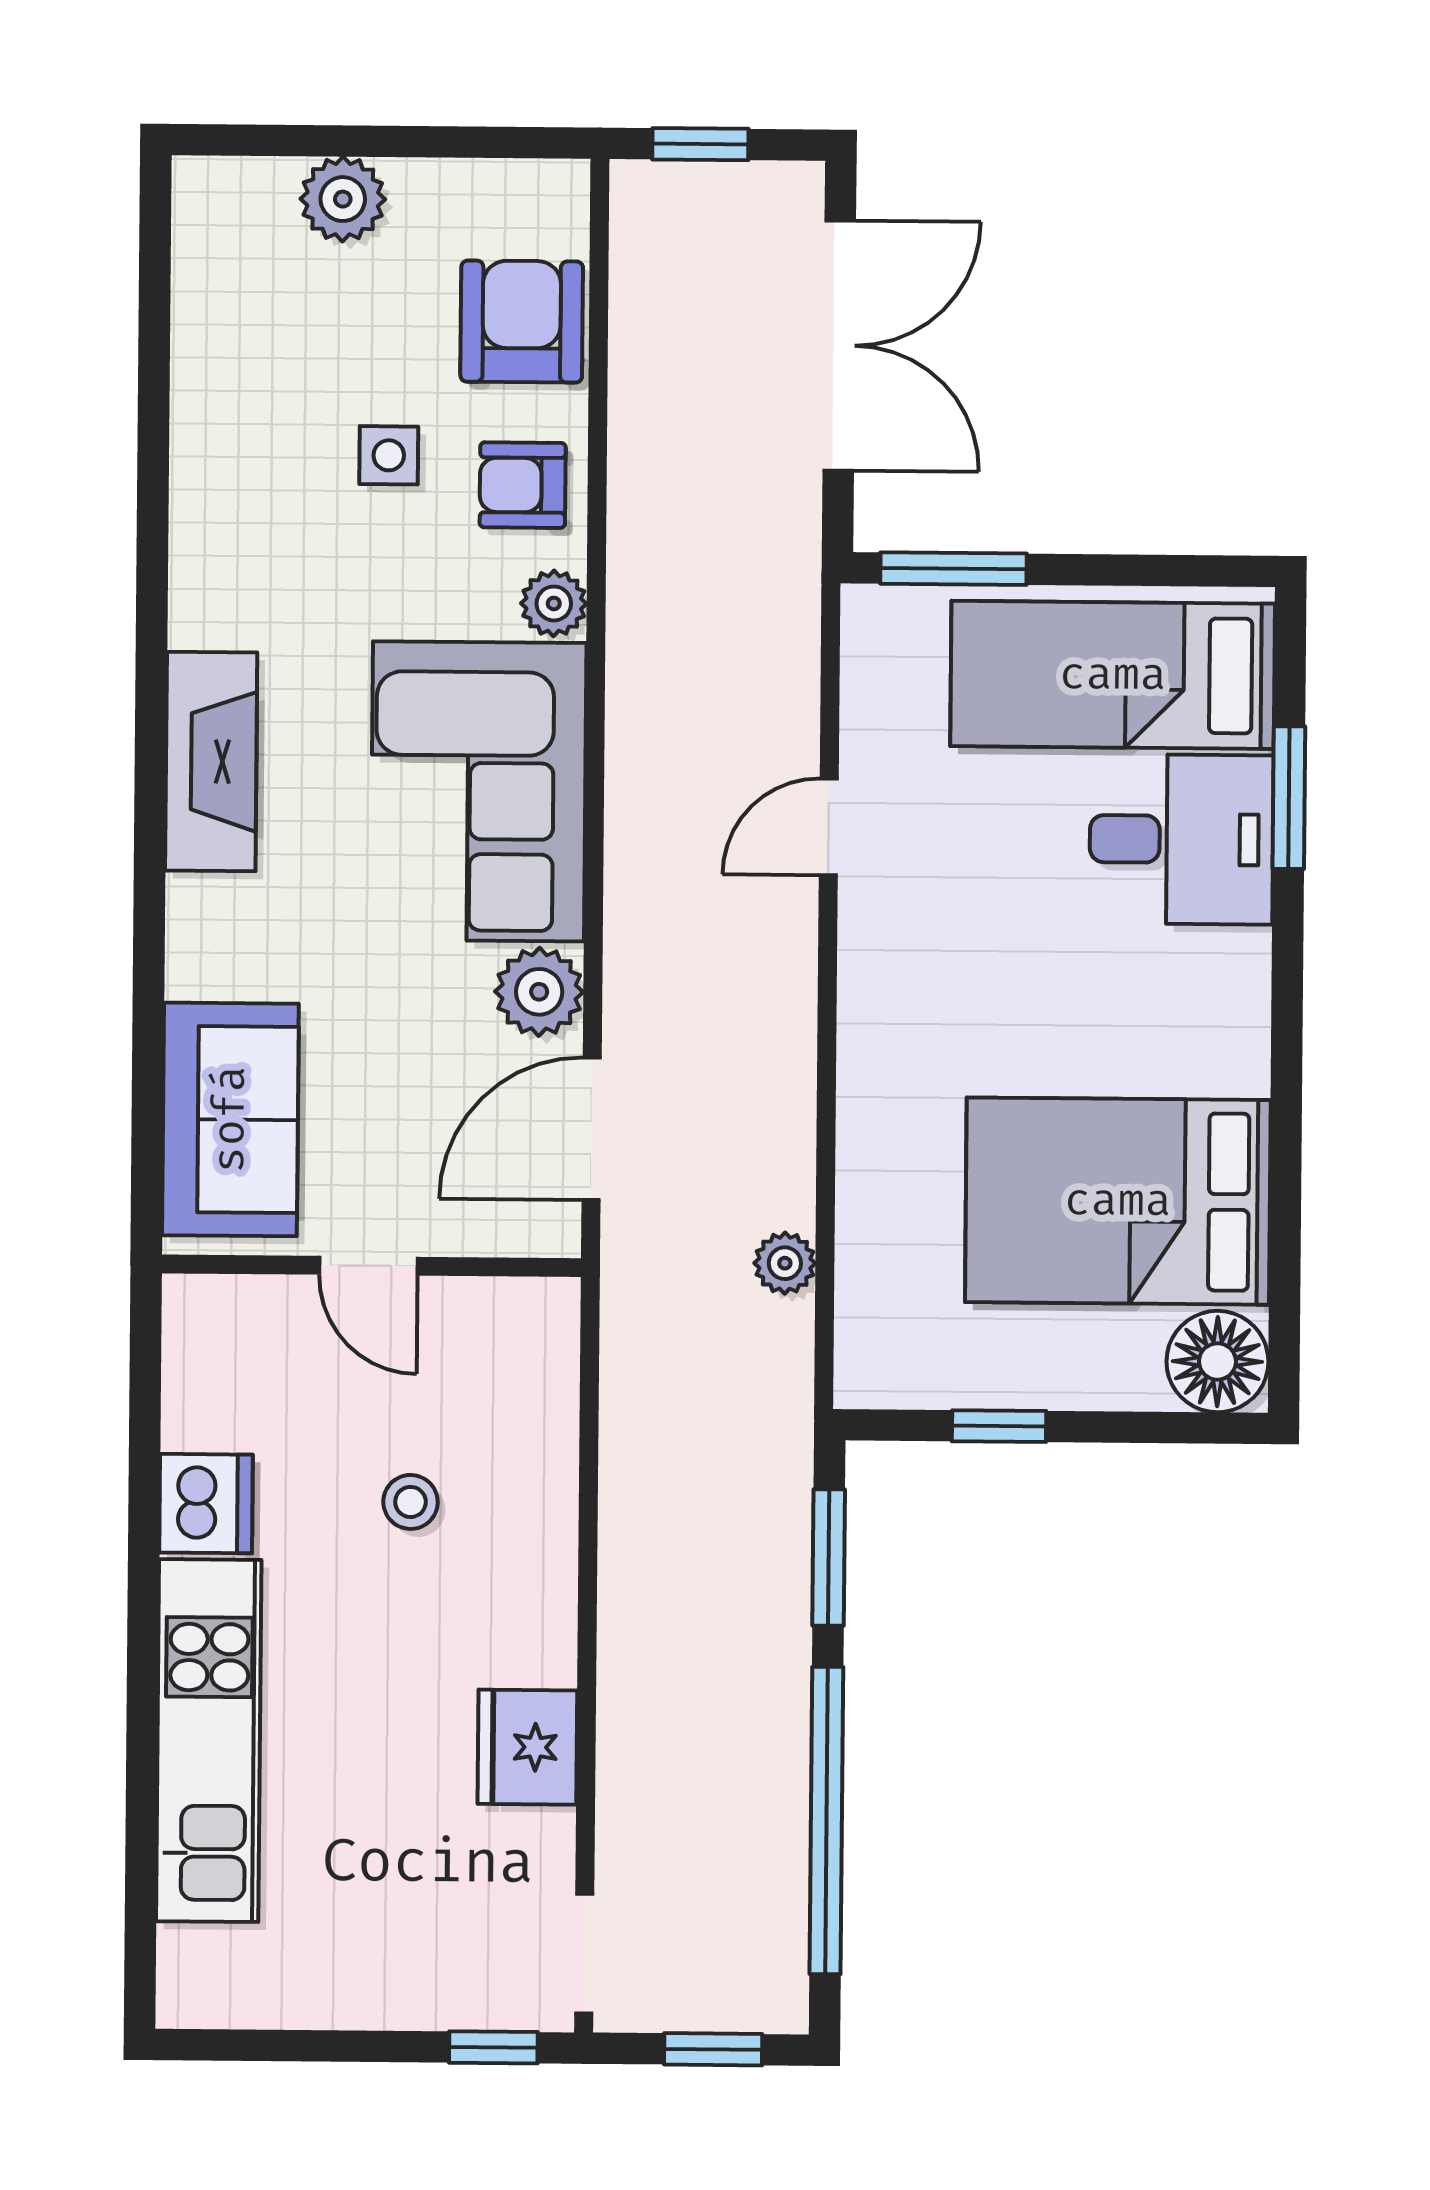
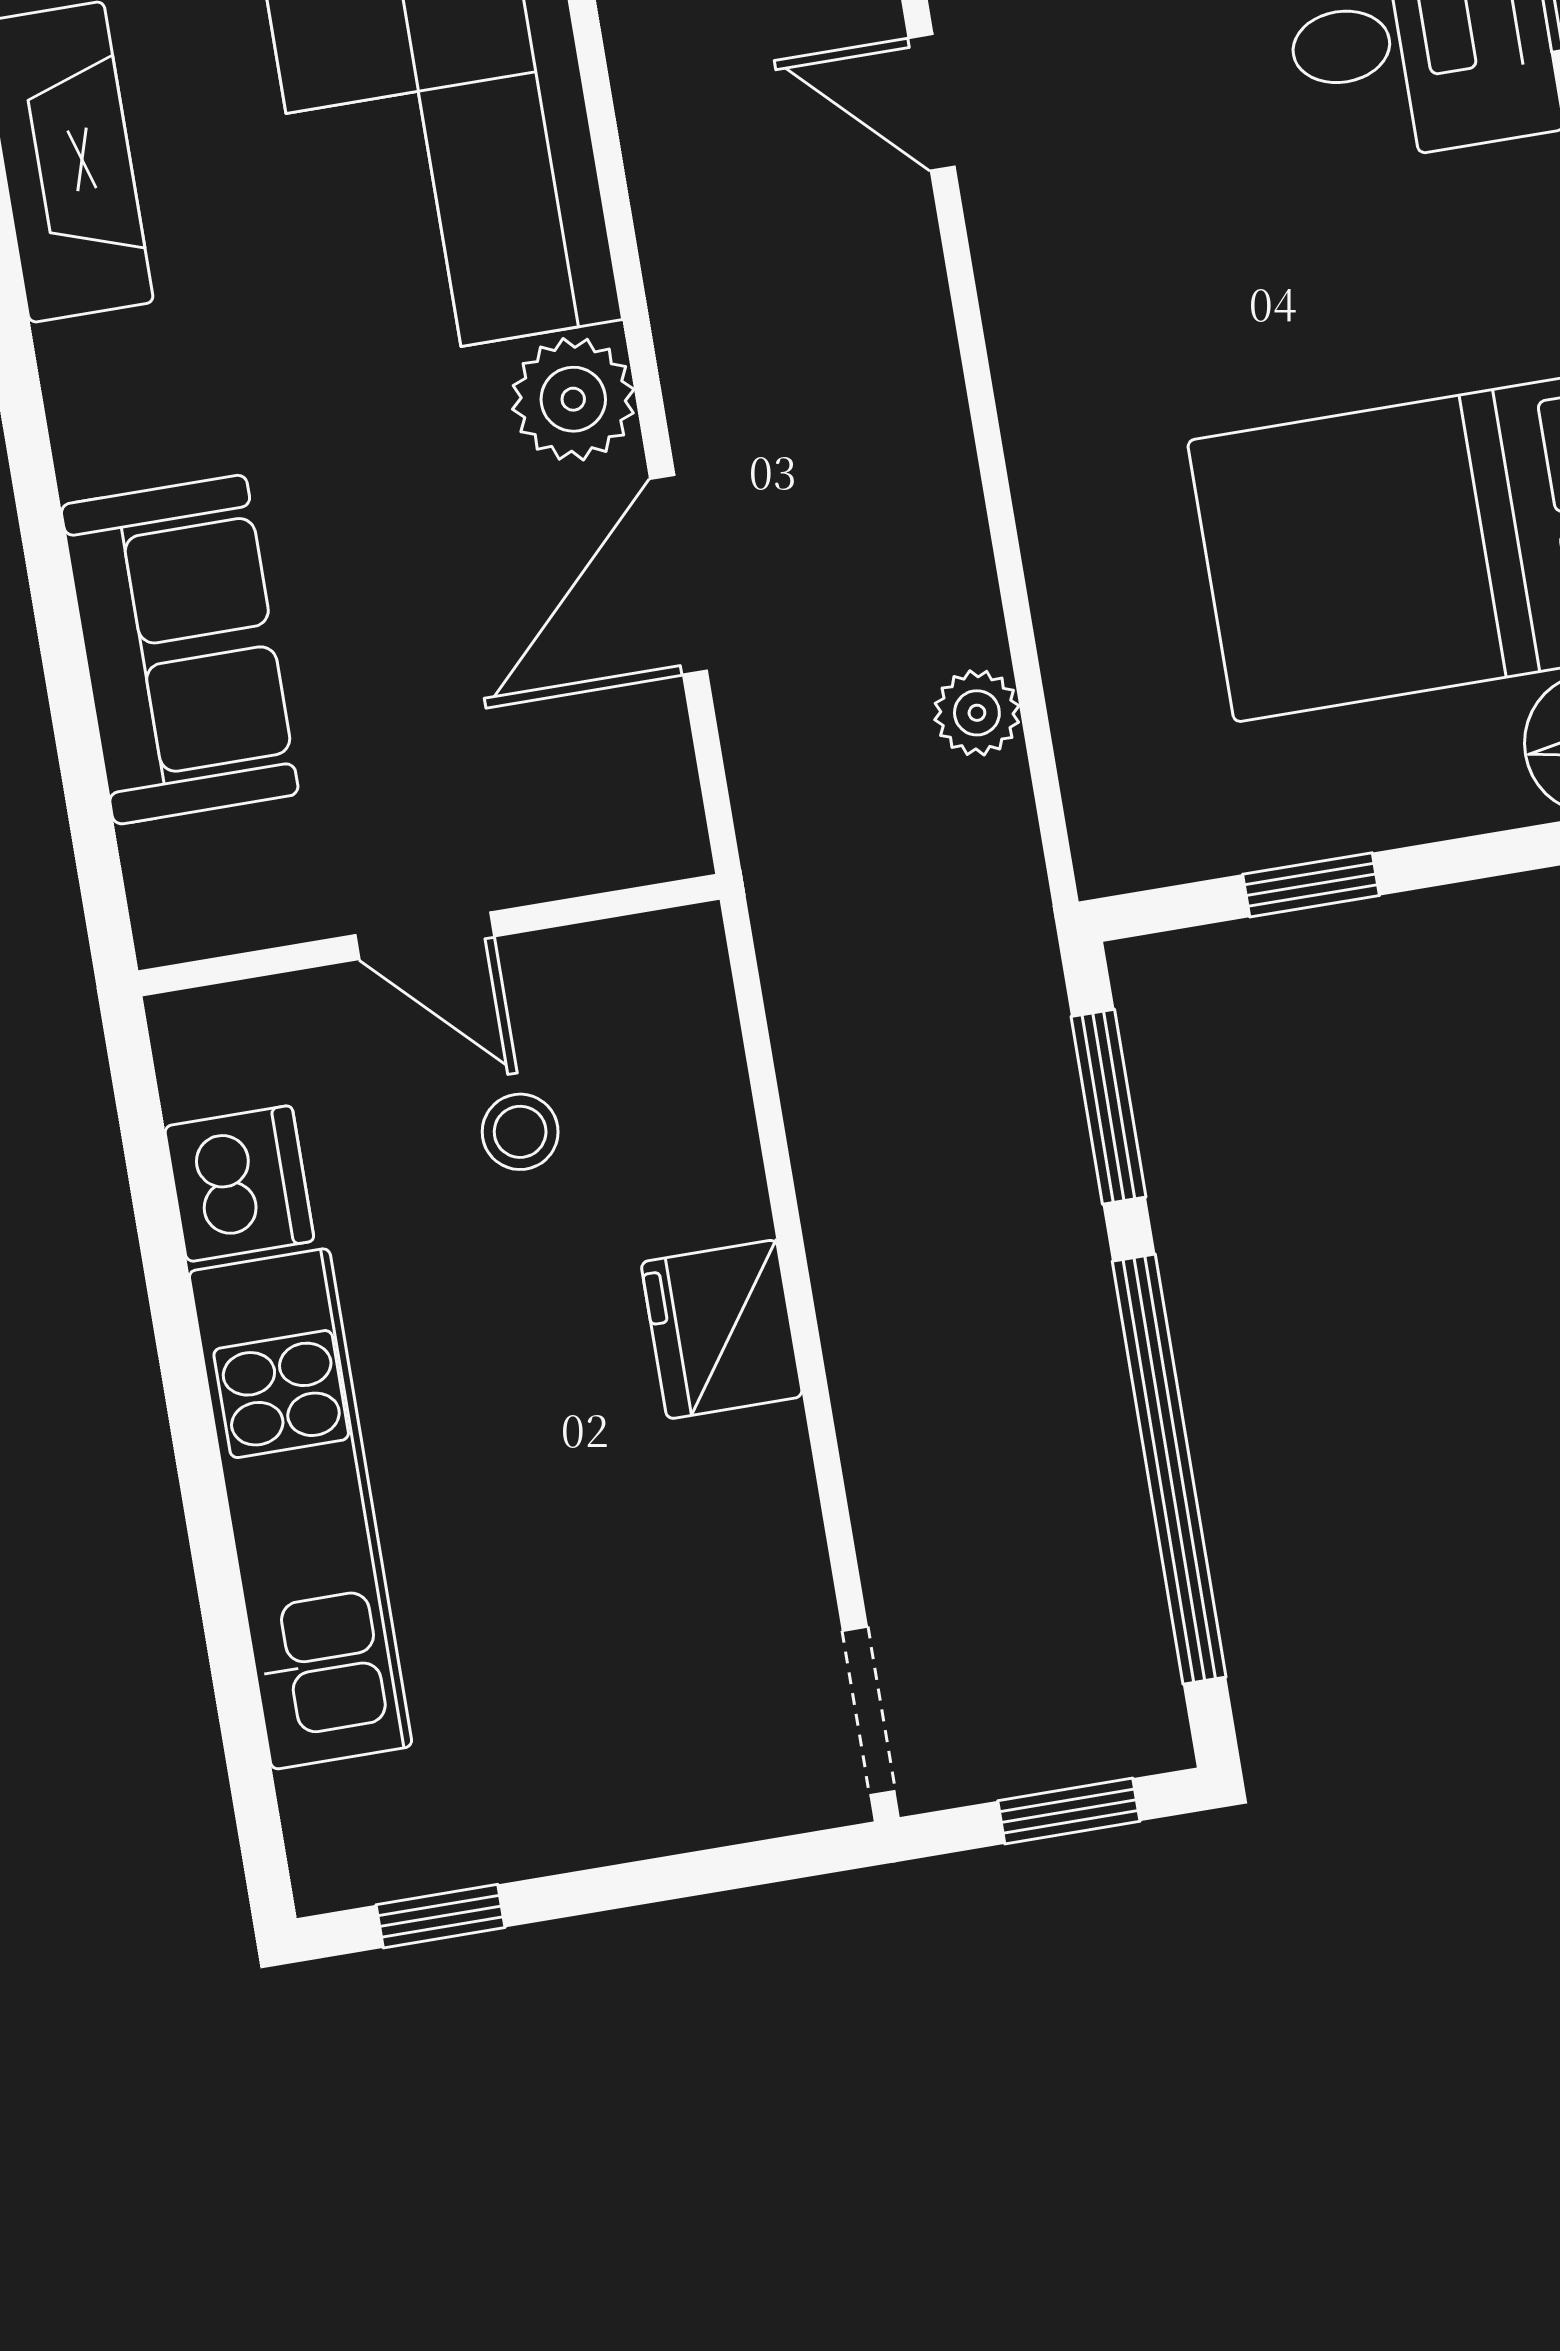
door: (829, 827) -> (932, 102), hinge flipped
door: (368, 1266) -> (425, 936), moved
wall: (371, 1266) -> (429, 935), moved
fridge: (527, 1747) -> (722, 1329), moved
window: (493, 2047) -> (441, 1916), moved

